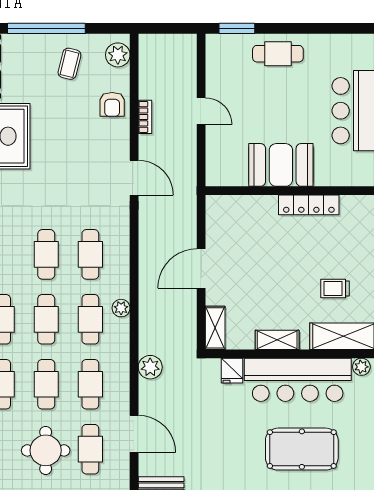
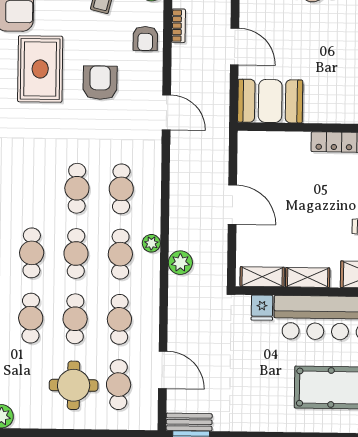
door: (201, 111) -> (235, 46), width x1.38
bookcase: (145, 117) -> (178, 26), moved
armchair: (68, 149) -> (100, 83), added
booth: (281, 165) -> (270, 101), moved
door: (201, 269) -> (232, 205), swing flipped
shelving: (215, 328) -> (262, 277), moved, turned 90
plant: (150, 367) -> (180, 263), moved

